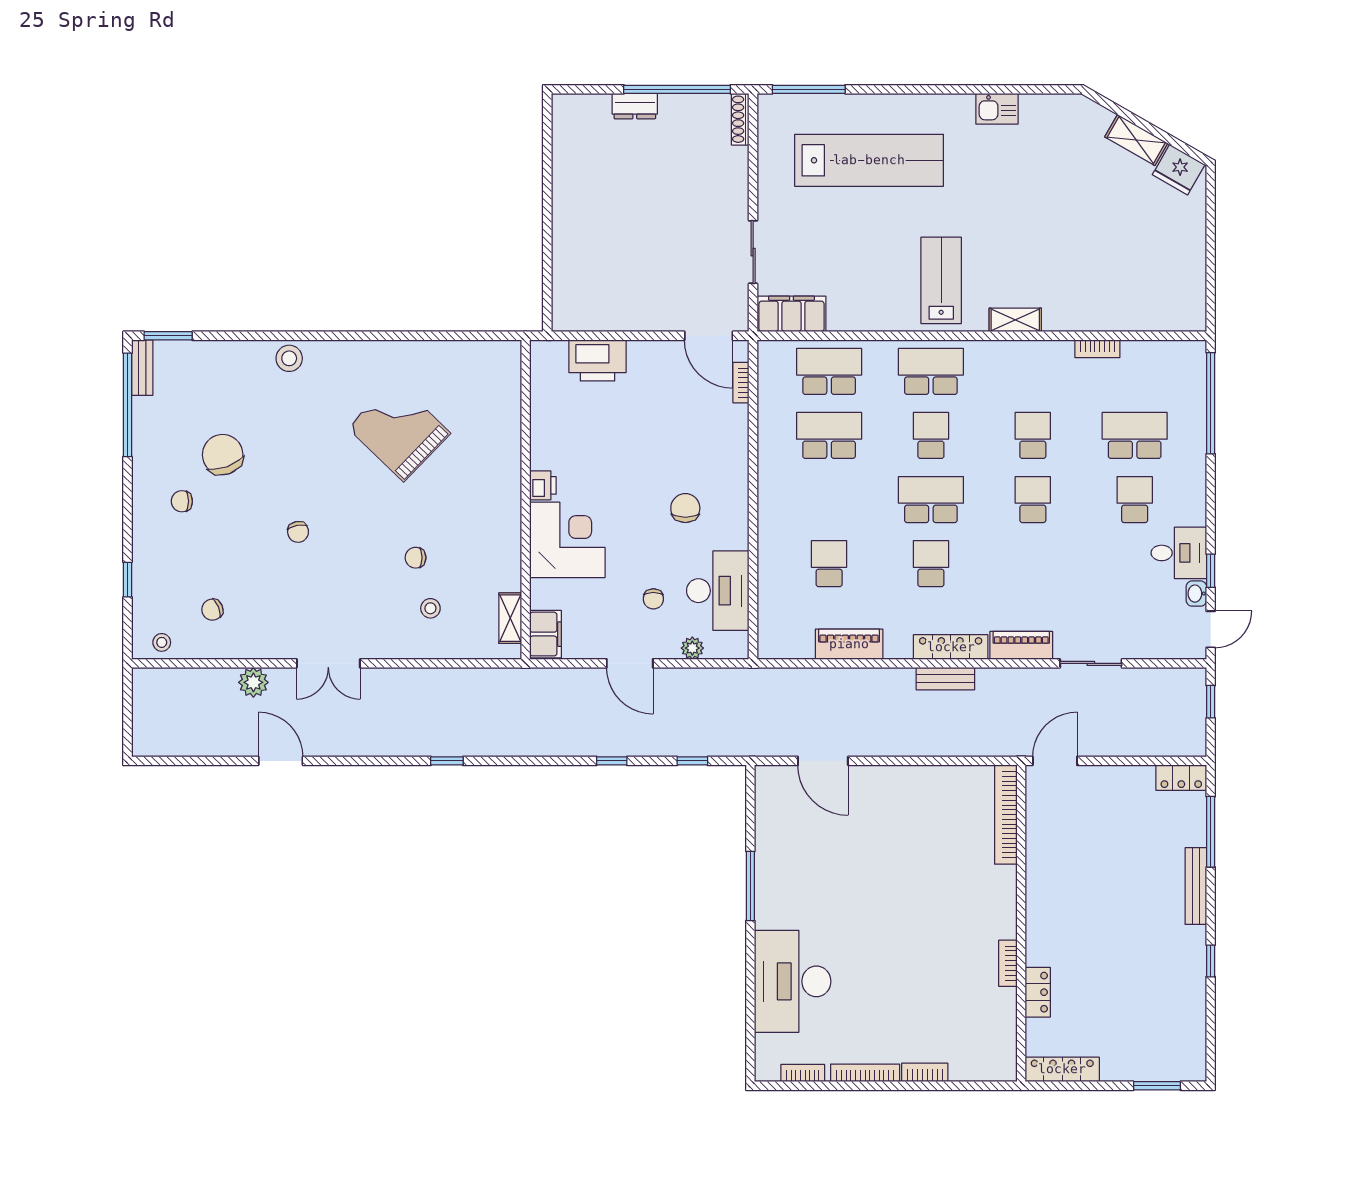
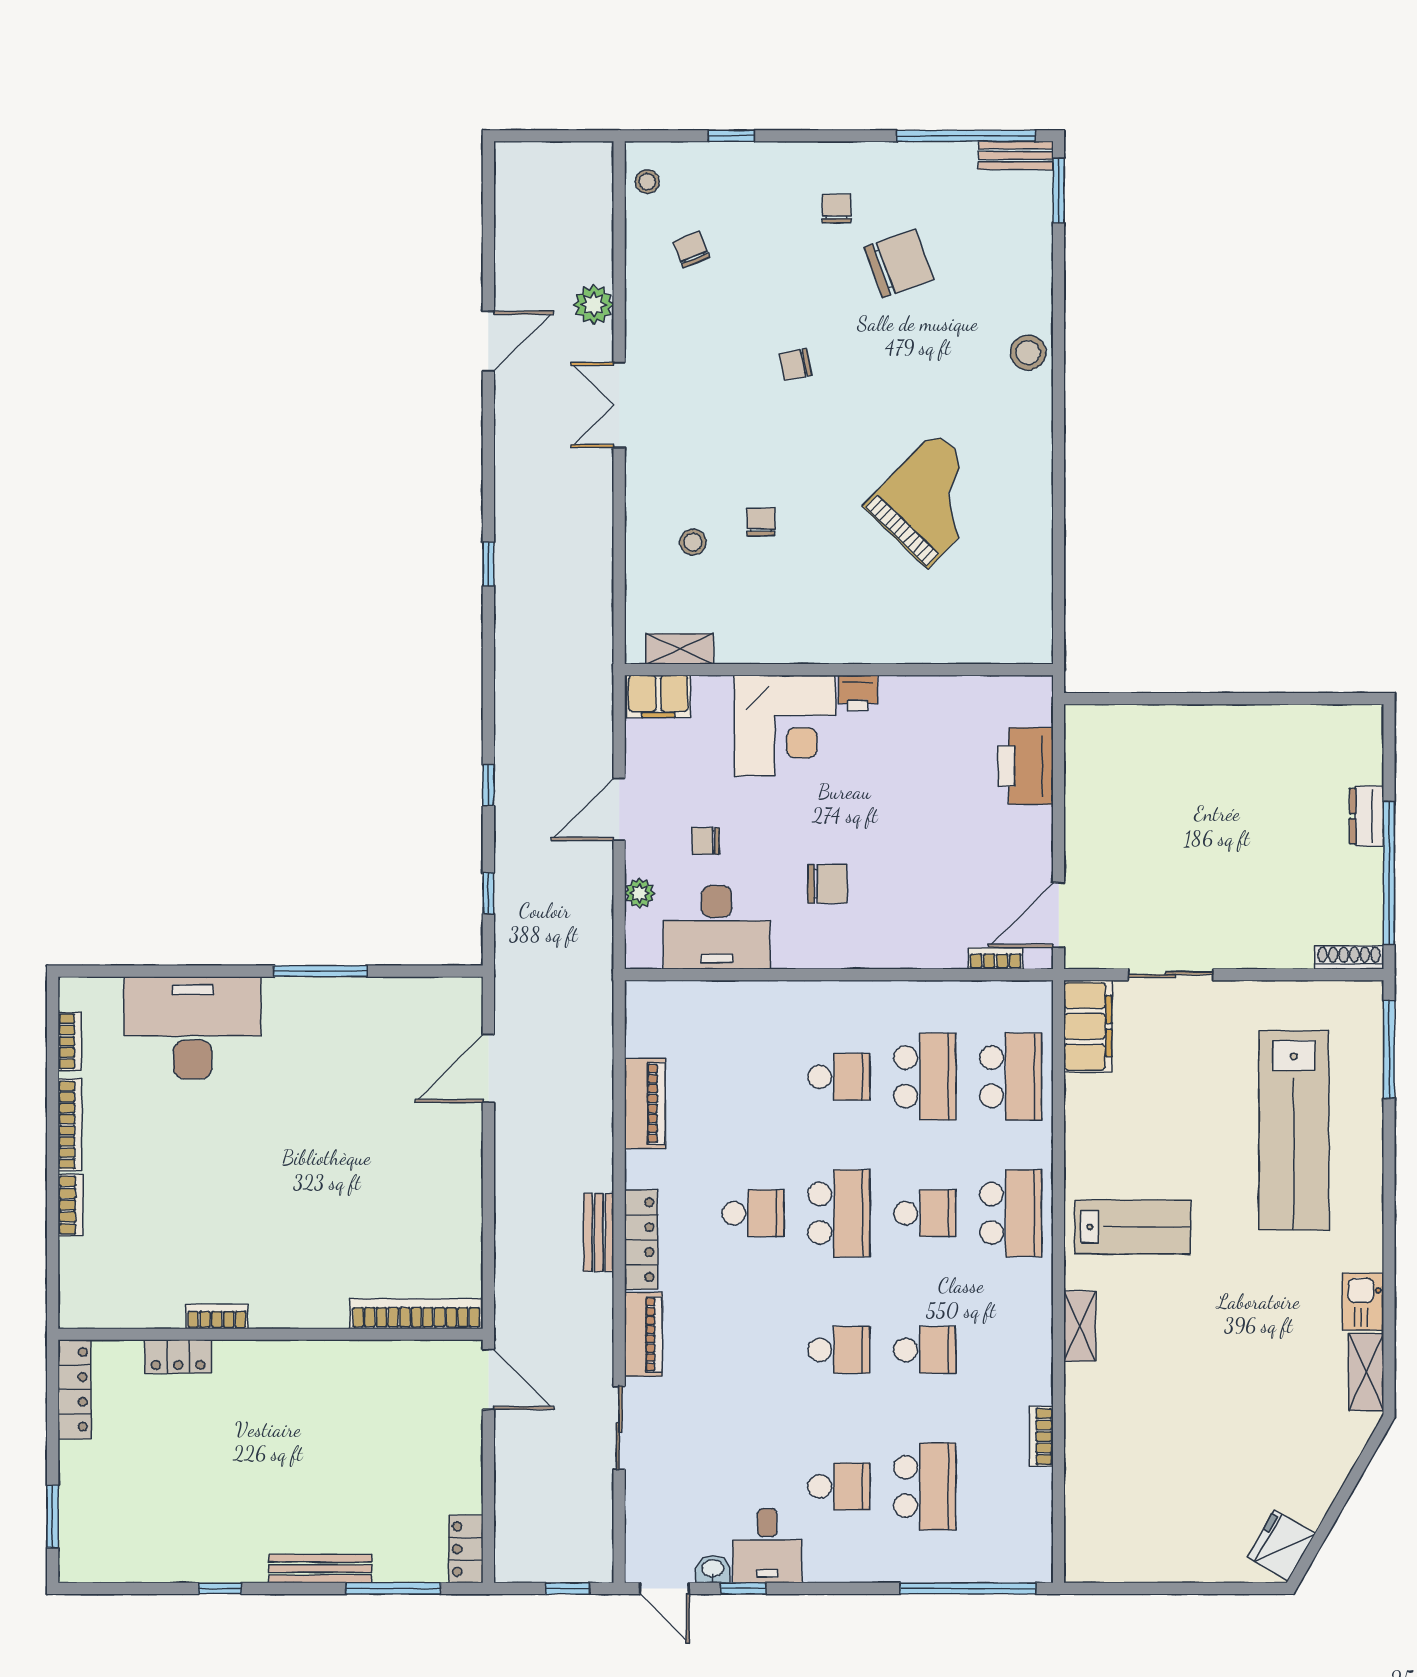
shelving: (1136, 140) -> (1366, 1372), moved, turned -30
school desk: (829, 564) -> (839, 1077), moved

